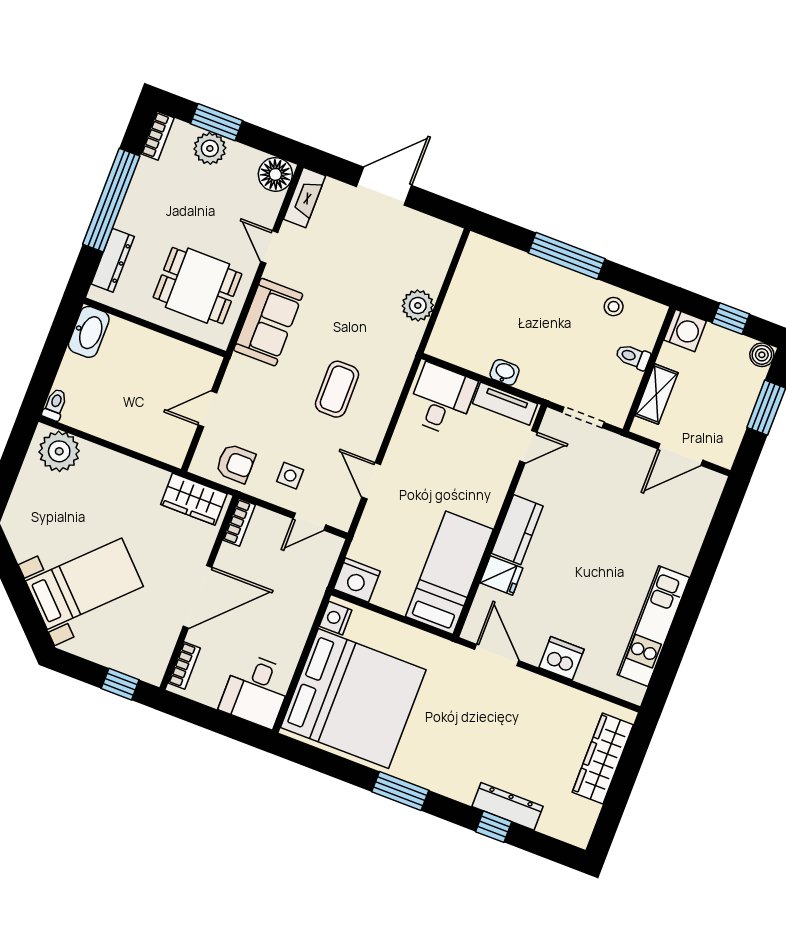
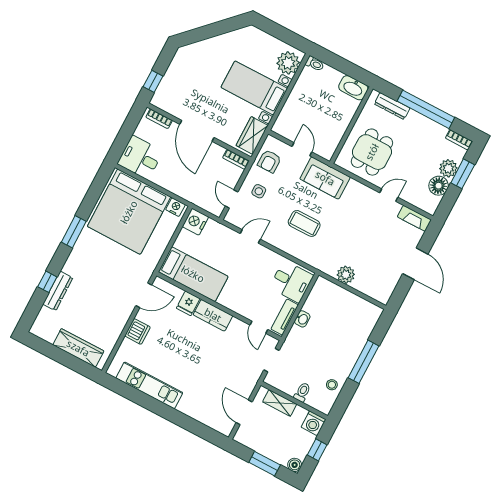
floor lamp: (275, 174) -> (439, 186), moved
sofa: (268, 322) -> (325, 178), moved
bed with nightstands: (84, 584) -> (254, 88), moved, turned 135

